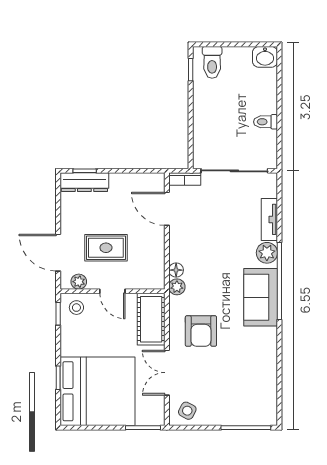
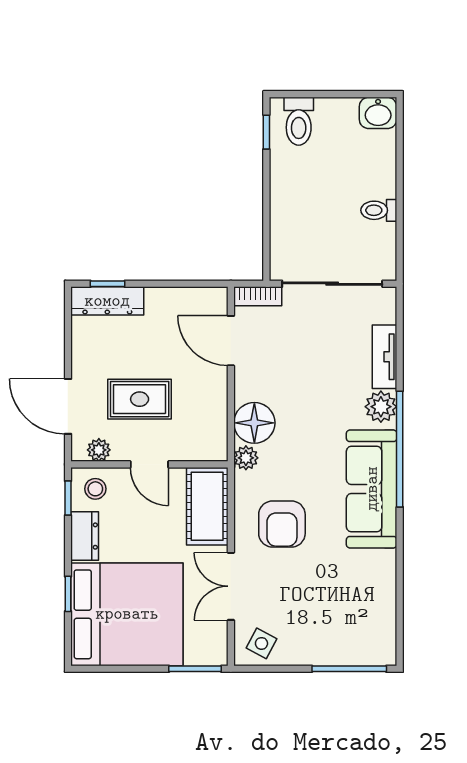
floor lamp: (176, 270) -> (254, 423), width x1.89, depth x1.89
sofa: (261, 297) -> (372, 489), width x1.36
dresser: (69, 339) -> (85, 536), added

